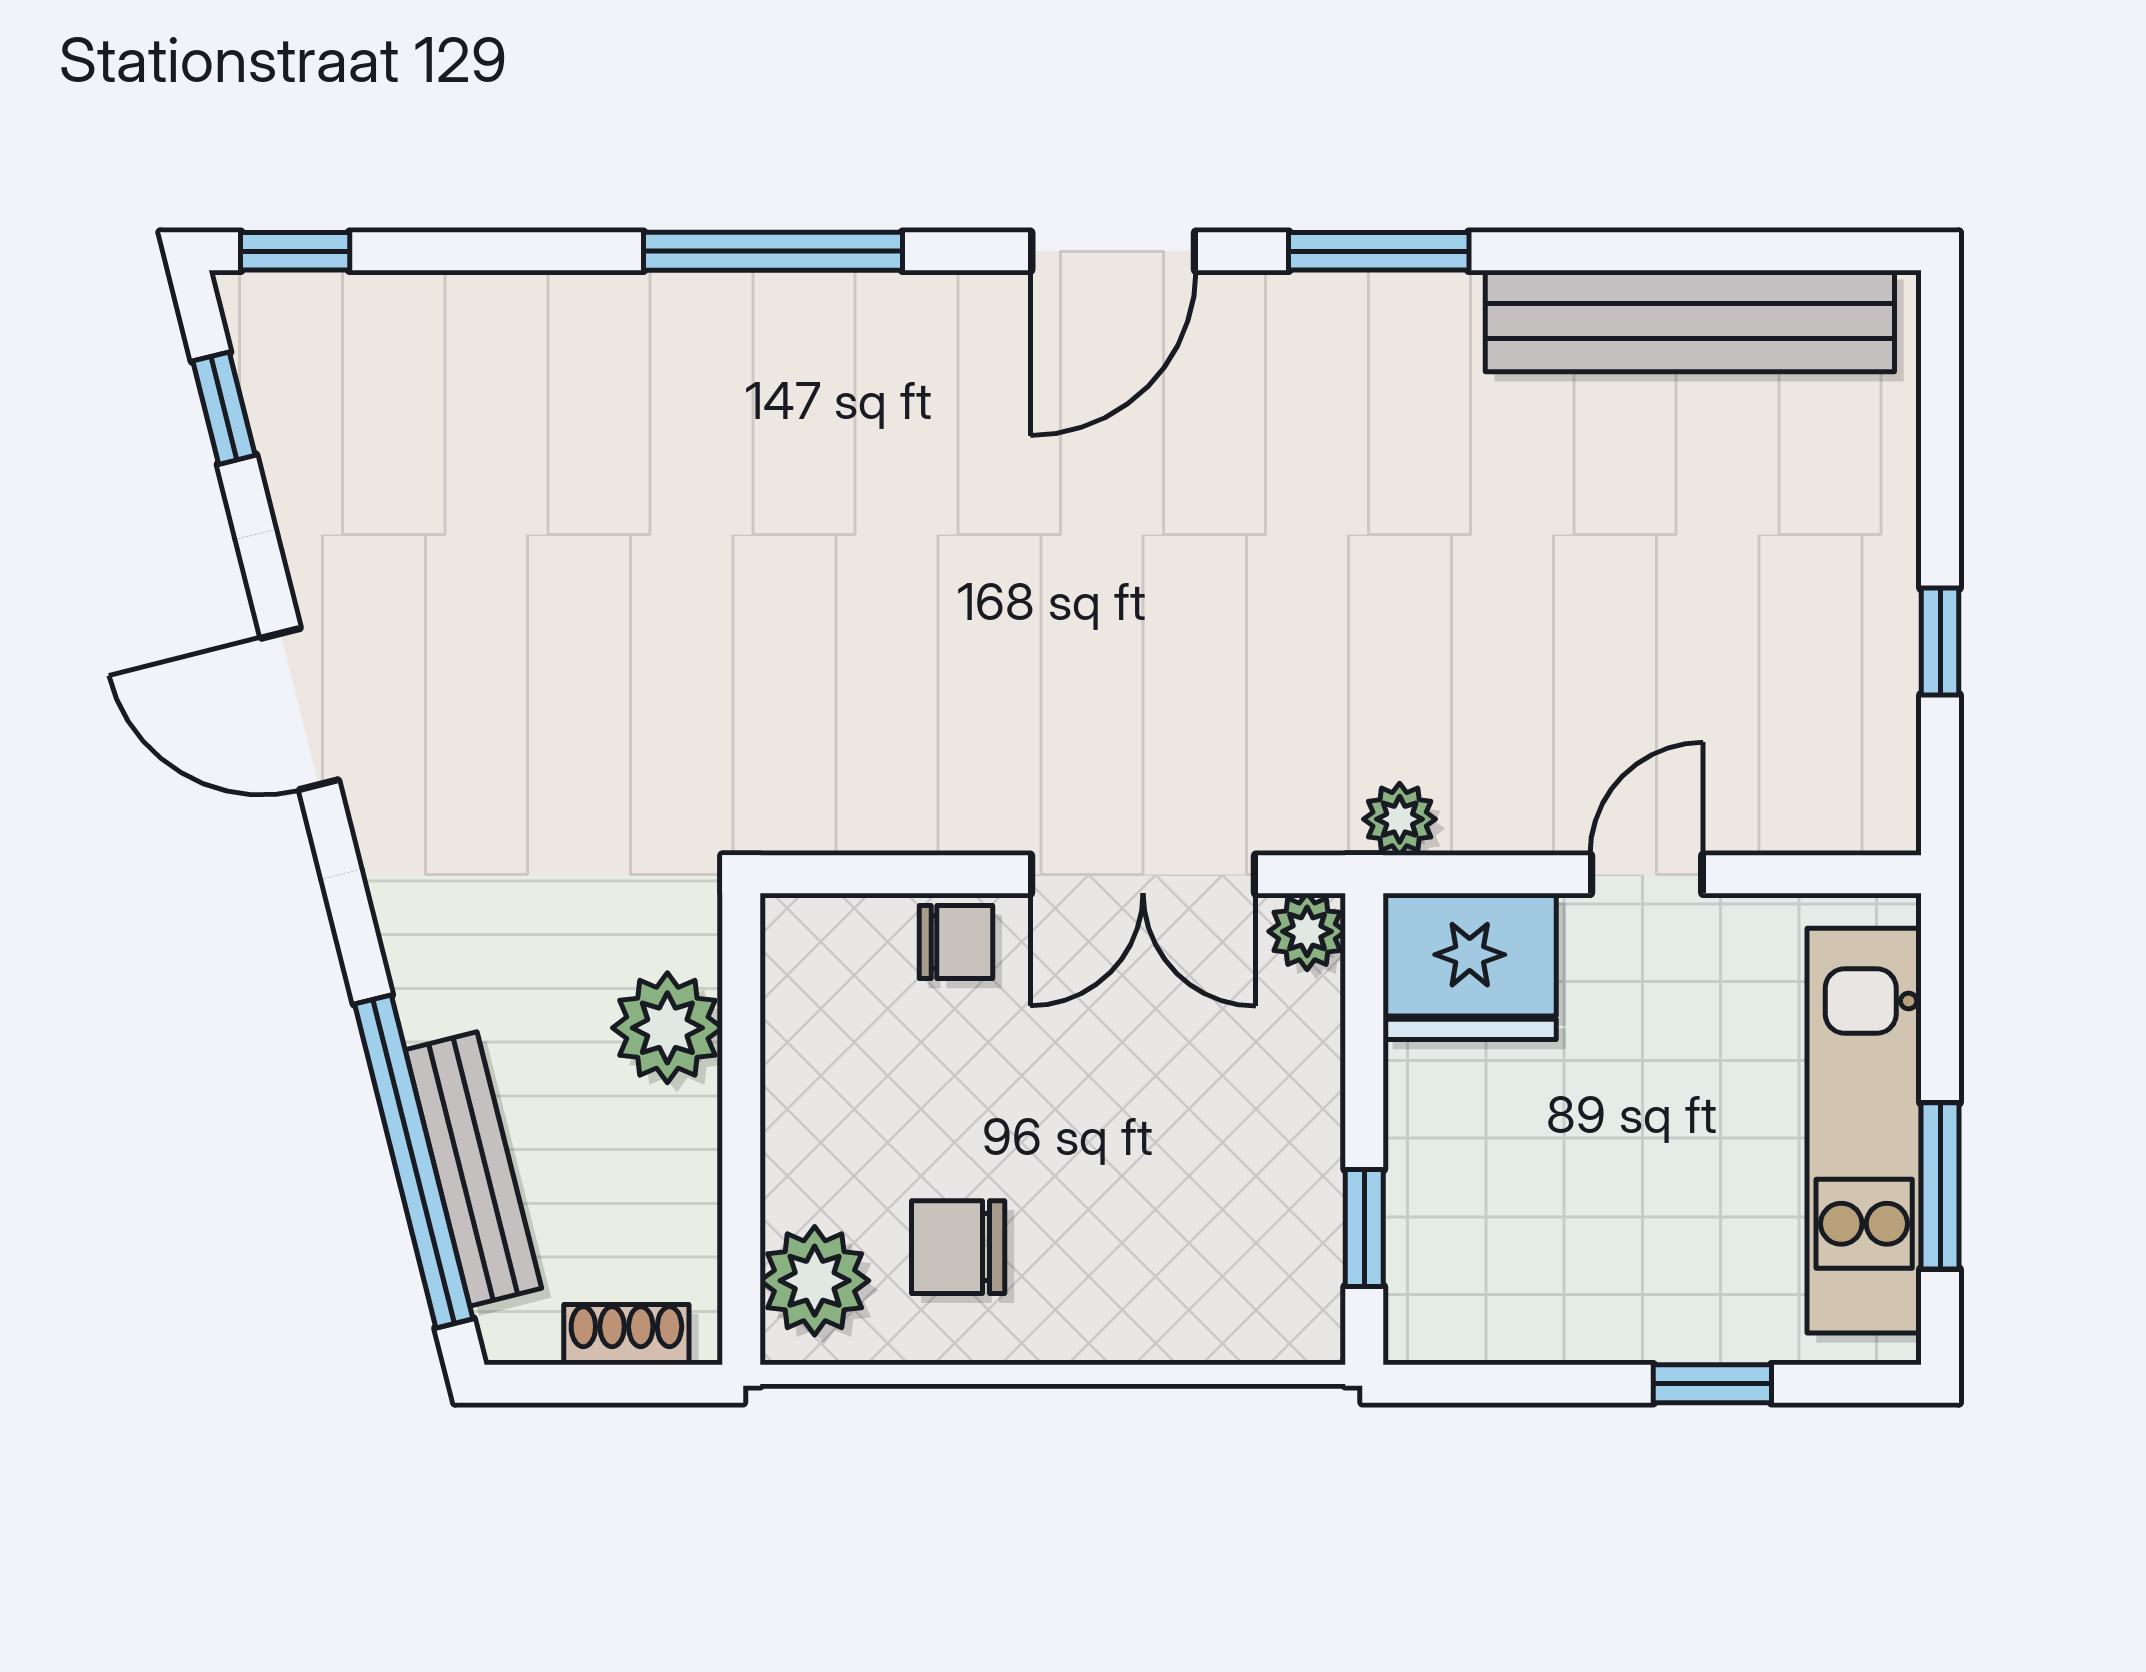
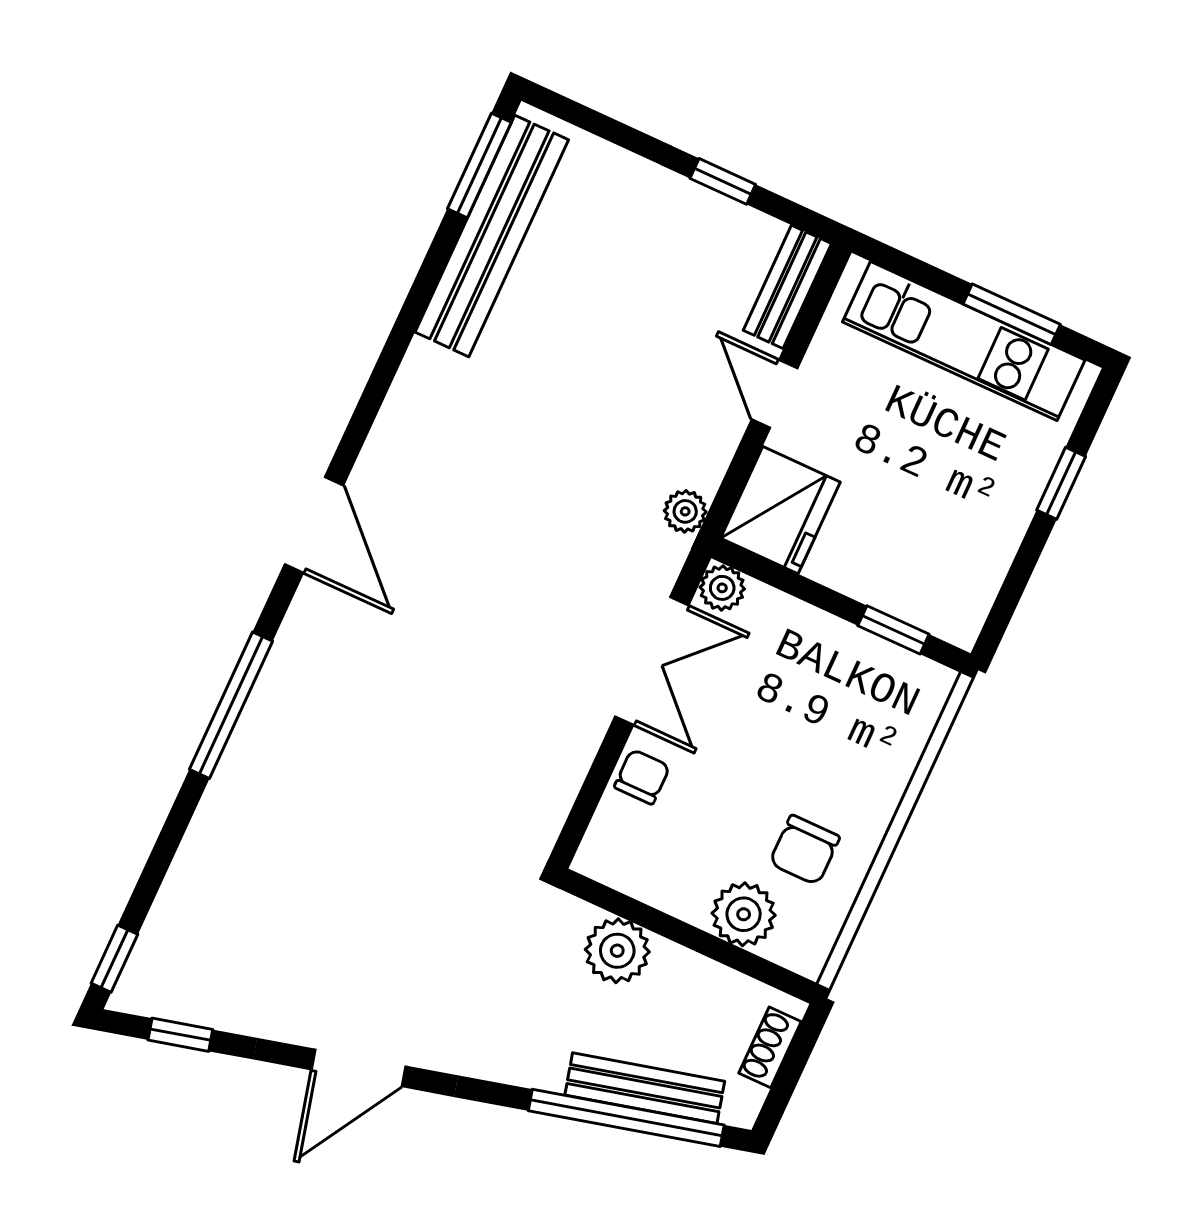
window: (1379, 251) -> (479, 166), moved
bench: (1822, 817) -> (787, 287), added
plant: (815, 1281) -> (744, 914), moved

